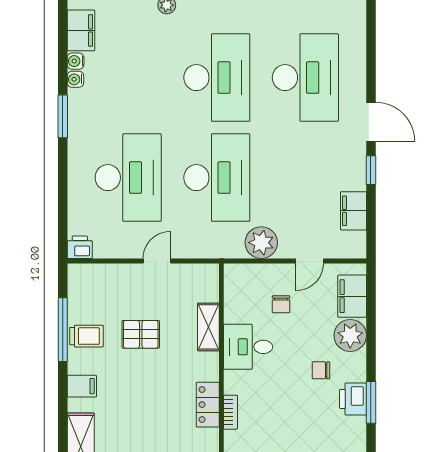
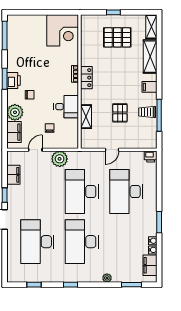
pallet: (141, 334) -> (120, 113), turned 90

